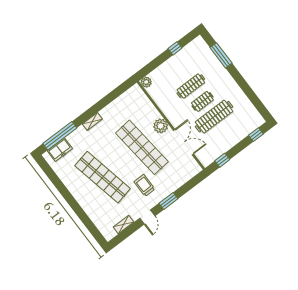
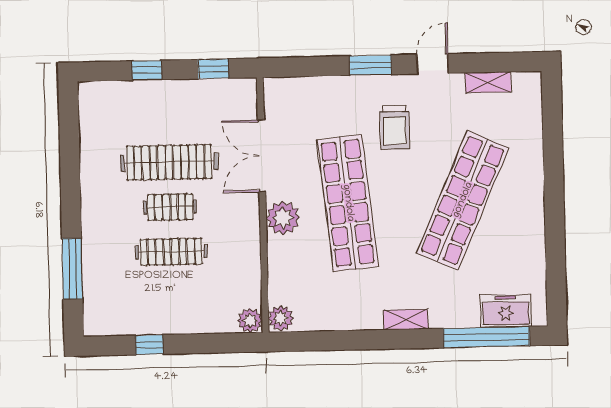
plant: (136, 91) -> (281, 318), added
window: (256, 135) -> (147, 70), moved
shop shelf: (103, 177) -> (463, 200), turned 36

